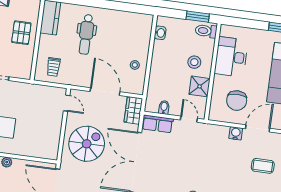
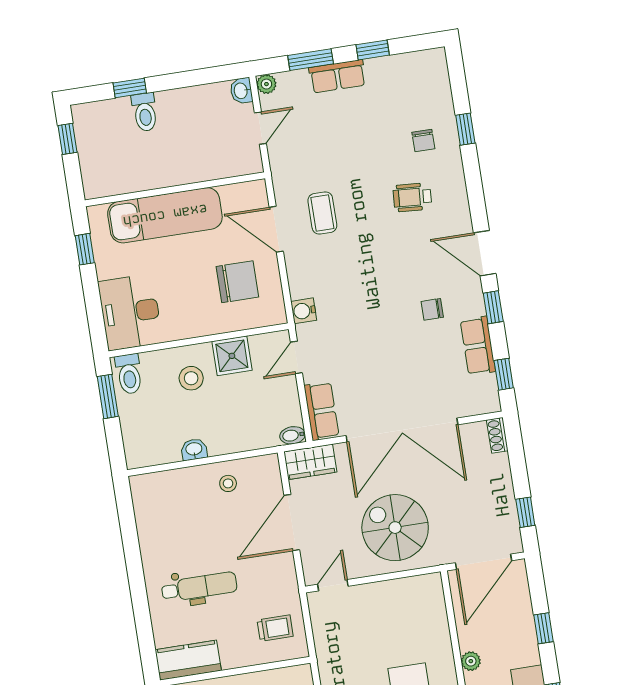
washbasin: (160, 33) -> (194, 449), moved
desk: (231, 57) -> (130, 312), moved, turned 90
bidet: (164, 107) -> (293, 435), moved
water cooler: (236, 133) -> (304, 311), moved
coffee table: (263, 166) -> (322, 213), moved

